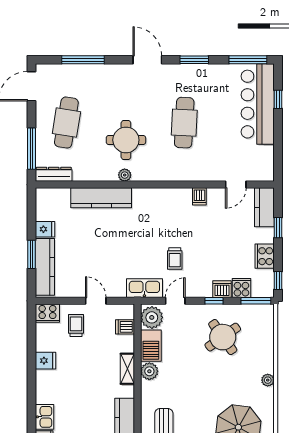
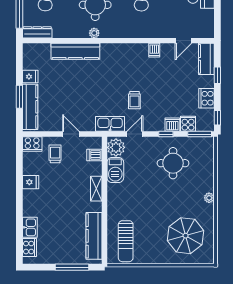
round table: (223, 337) -> (173, 163), turned 35
plant: (149, 371) -> (114, 191), removed

